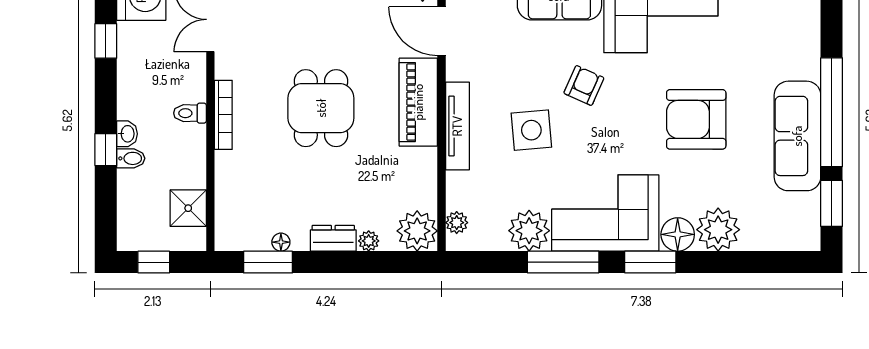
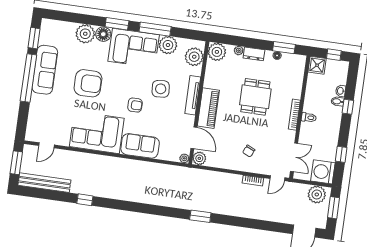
chair: (314, 19) -> (249, 151), added
armchair: (584, 85) -> (135, 105), turned -114
dining table: (321, 108) -> (255, 97), moved
washbasin: (127, 134) -> (341, 91), moved
shower: (188, 208) -> (317, 65), moved
plant: (457, 223) -> (194, 57), width x1.87, depth x1.87

